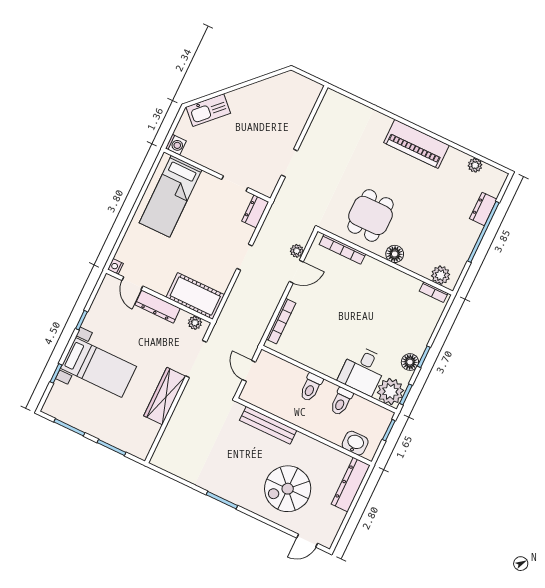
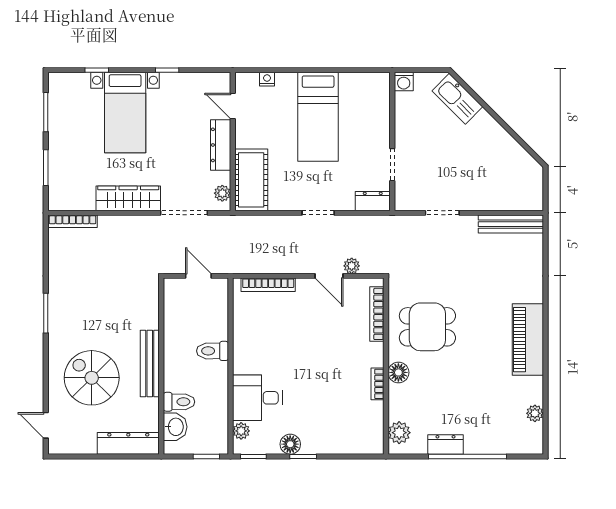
bench: (323, 115) -> (511, 224), added
bed: (170, 196) -> (318, 117), moved, turned -90
dresser: (483, 209) -> (445, 444), moved
nightstand: (115, 266) -> (267, 79), moved
door: (132, 283) -> (233, 106), hinge flipped
bookcase: (434, 292) -> (377, 384), moved
door: (249, 371) -> (198, 276), hinge flipped
plant: (390, 392) -> (241, 431), width x0.53, depth x0.53
toilet: (341, 401) -> (179, 402), moved, turned 180
bench: (268, 425) -> (150, 363), moved
bookcase: (162, 447) -> (73, 221), added

